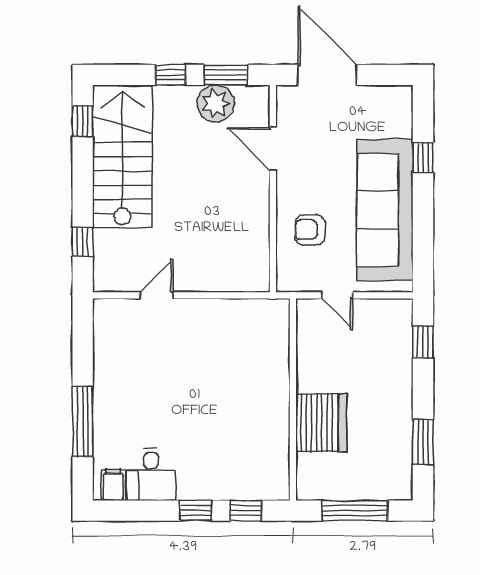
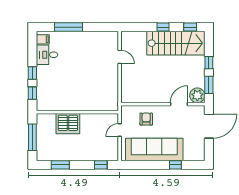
plant: (216, 103) -> (197, 95), moved
window: (83, 242) -> (163, 27), moved

